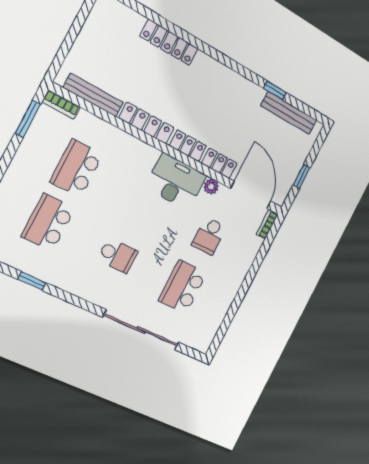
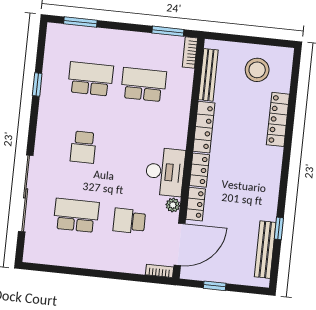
stool: (109, 41) -> (257, 70), added

